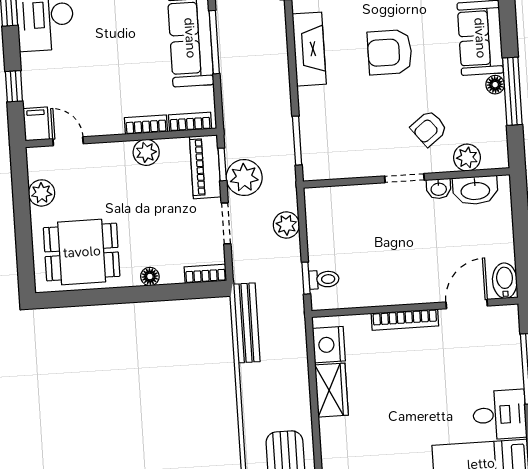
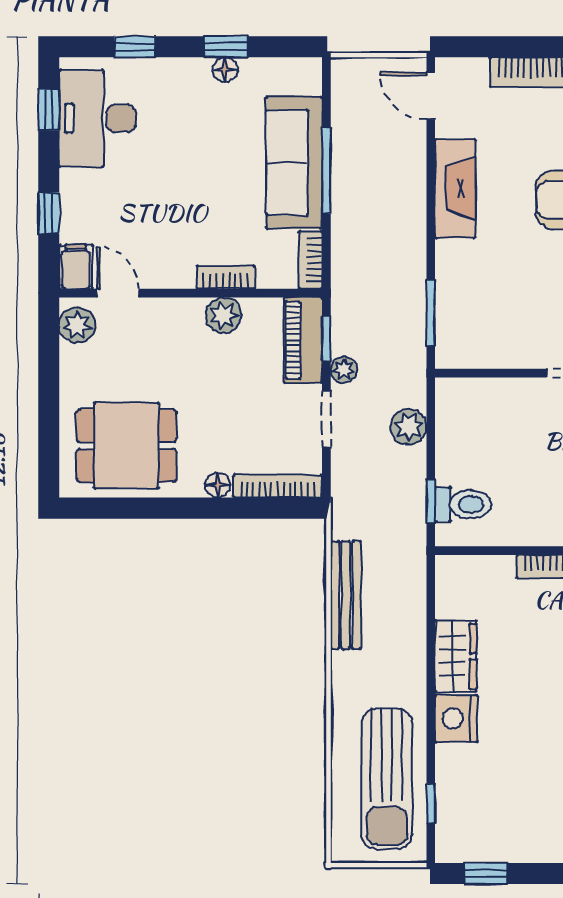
bookcase: (190, 122) -> (311, 260), moved, turned -90
plant: (244, 178) -> (344, 370), width x0.53, depth x0.53
plant: (42, 193) -> (77, 325), moved
bookcase: (205, 274) -> (278, 486), width x1.56
toilet: (324, 279) -> (463, 504), width x1.37, depth x1.39
bench: (247, 323) -> (346, 595), moved
nightstand: (329, 345) -> (456, 718), moved

